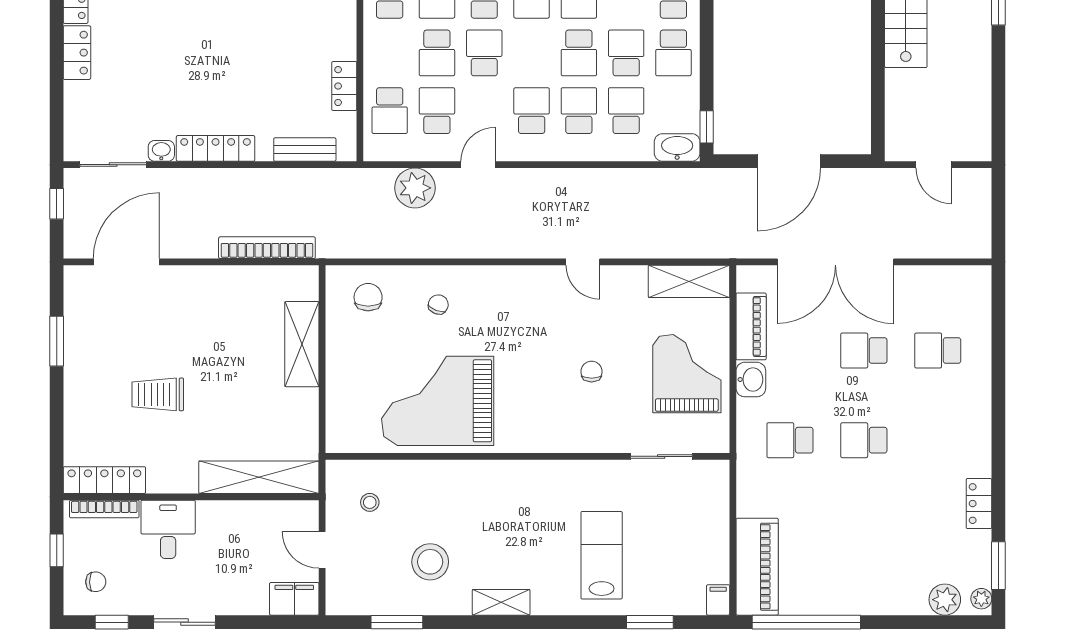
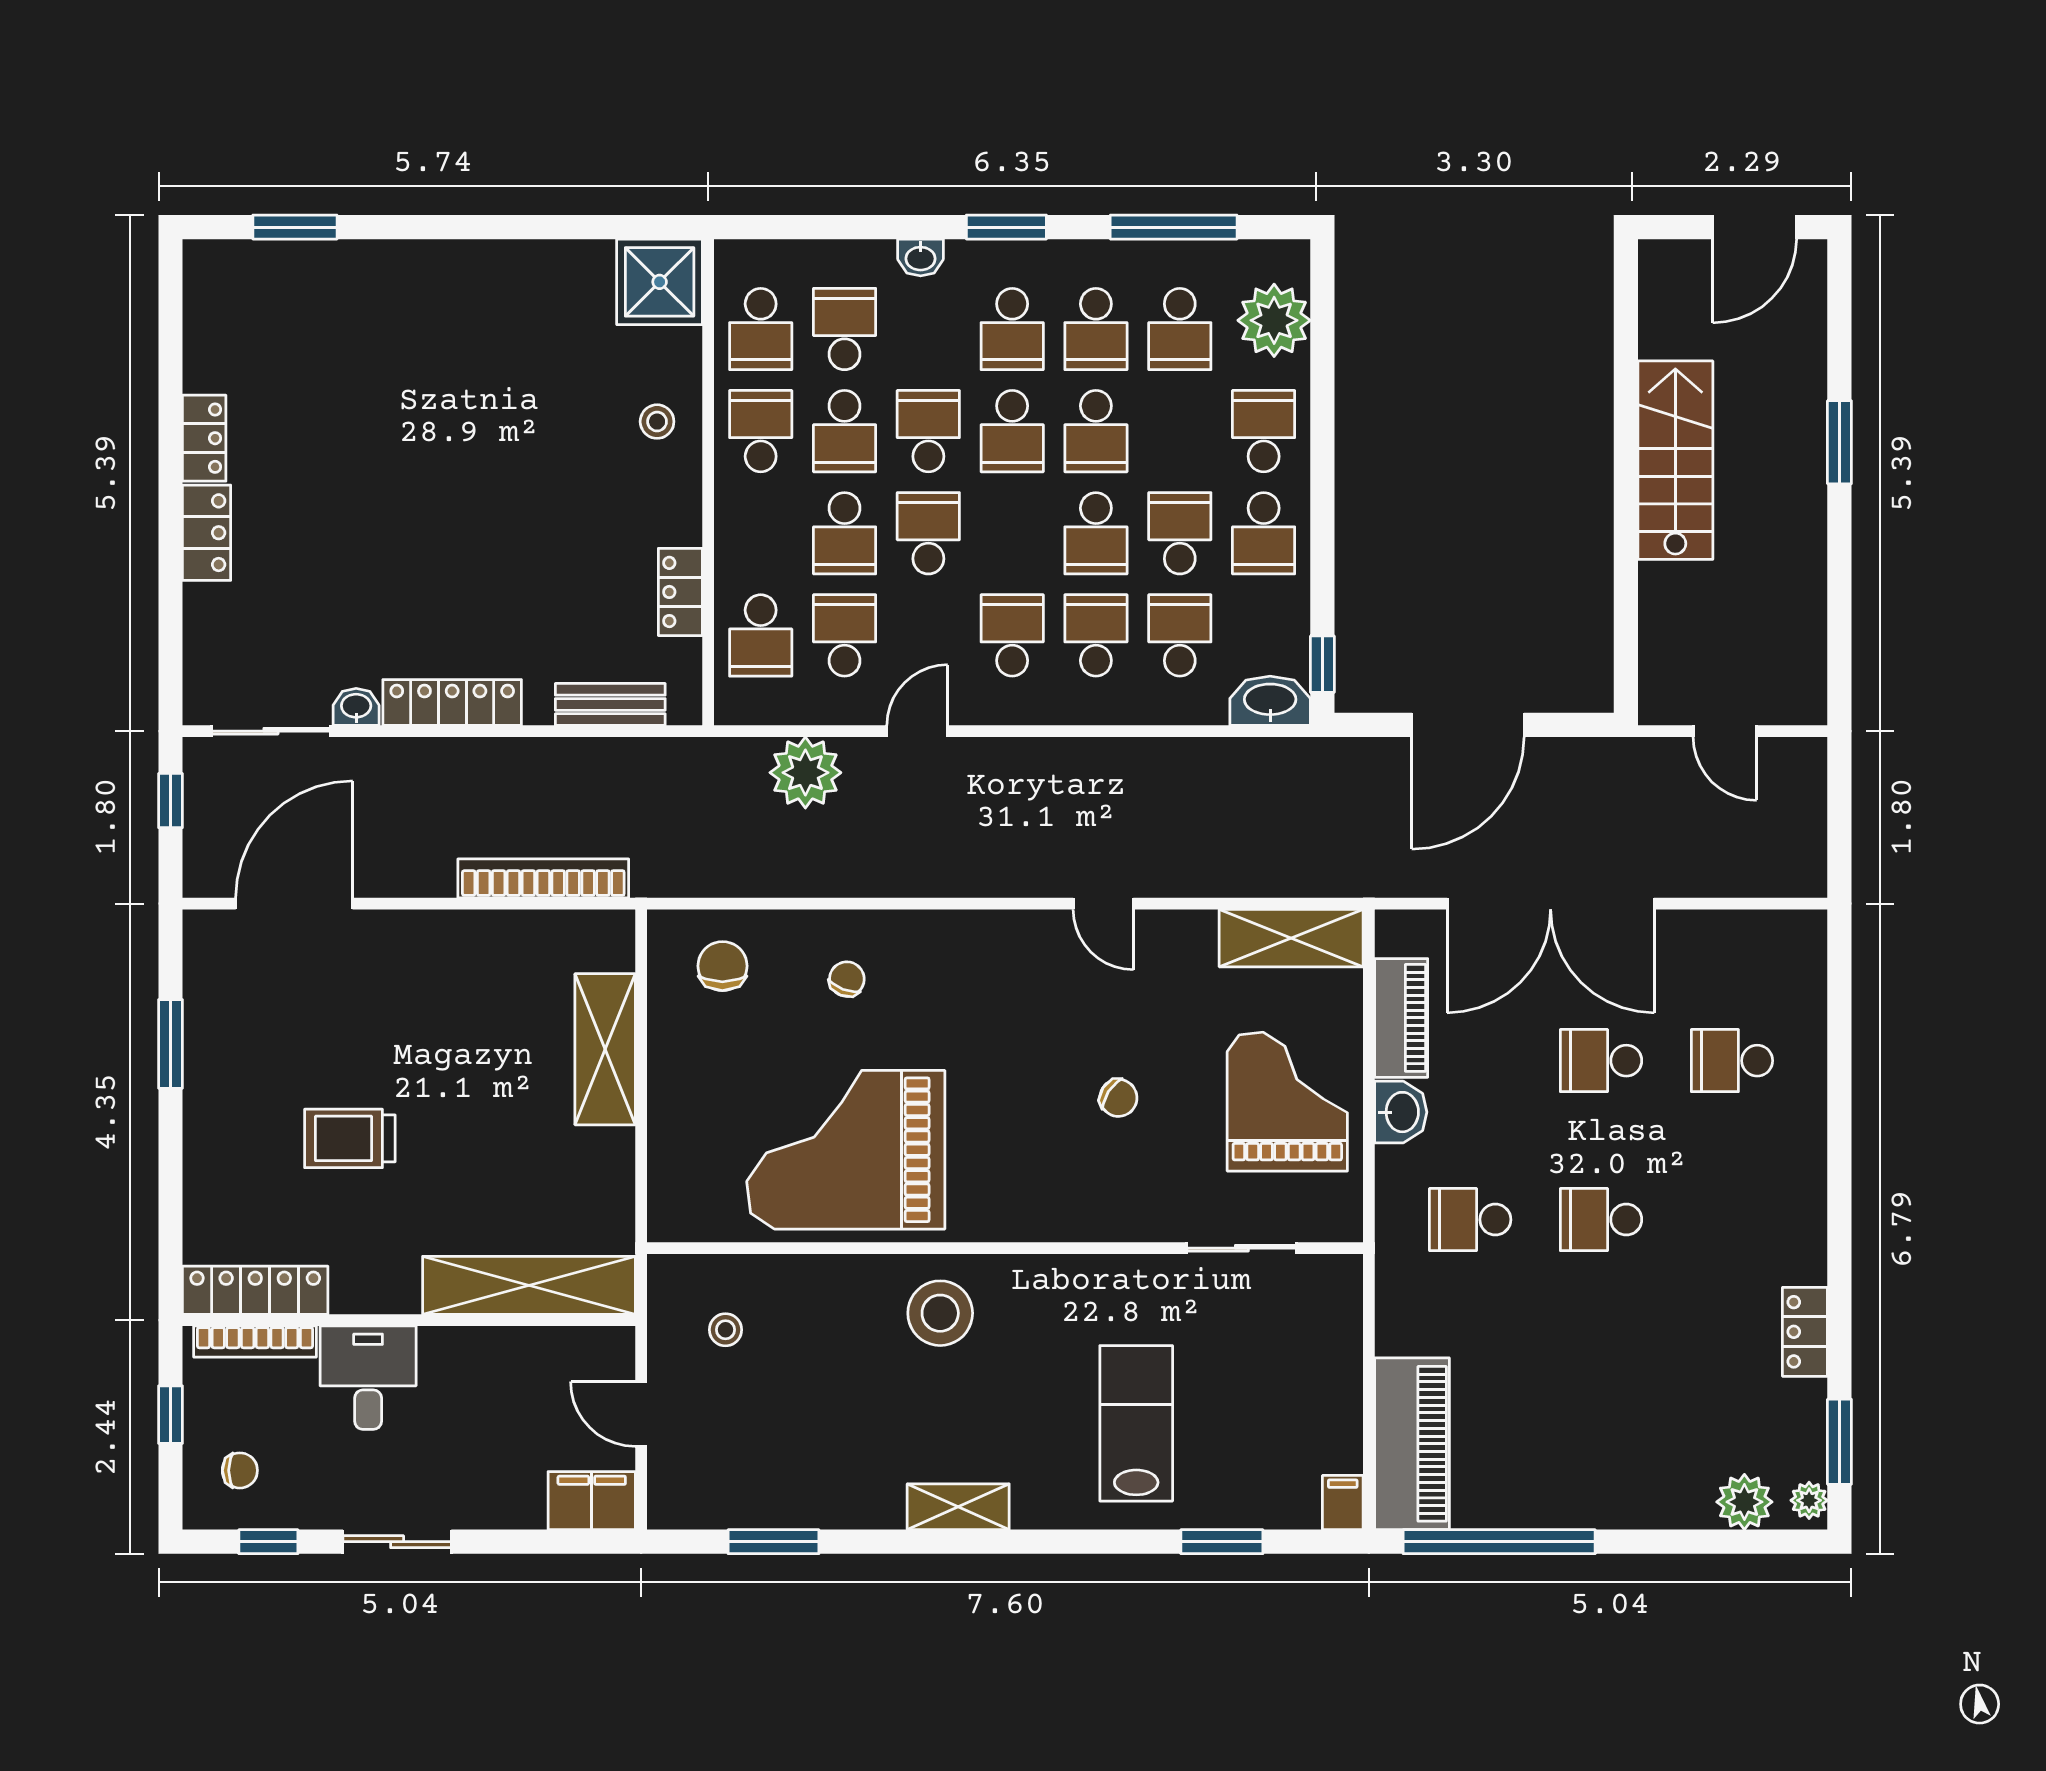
chair: (592, 372) -> (1118, 1098), turned 123
stool: (430, 562) -> (940, 1313), moved

